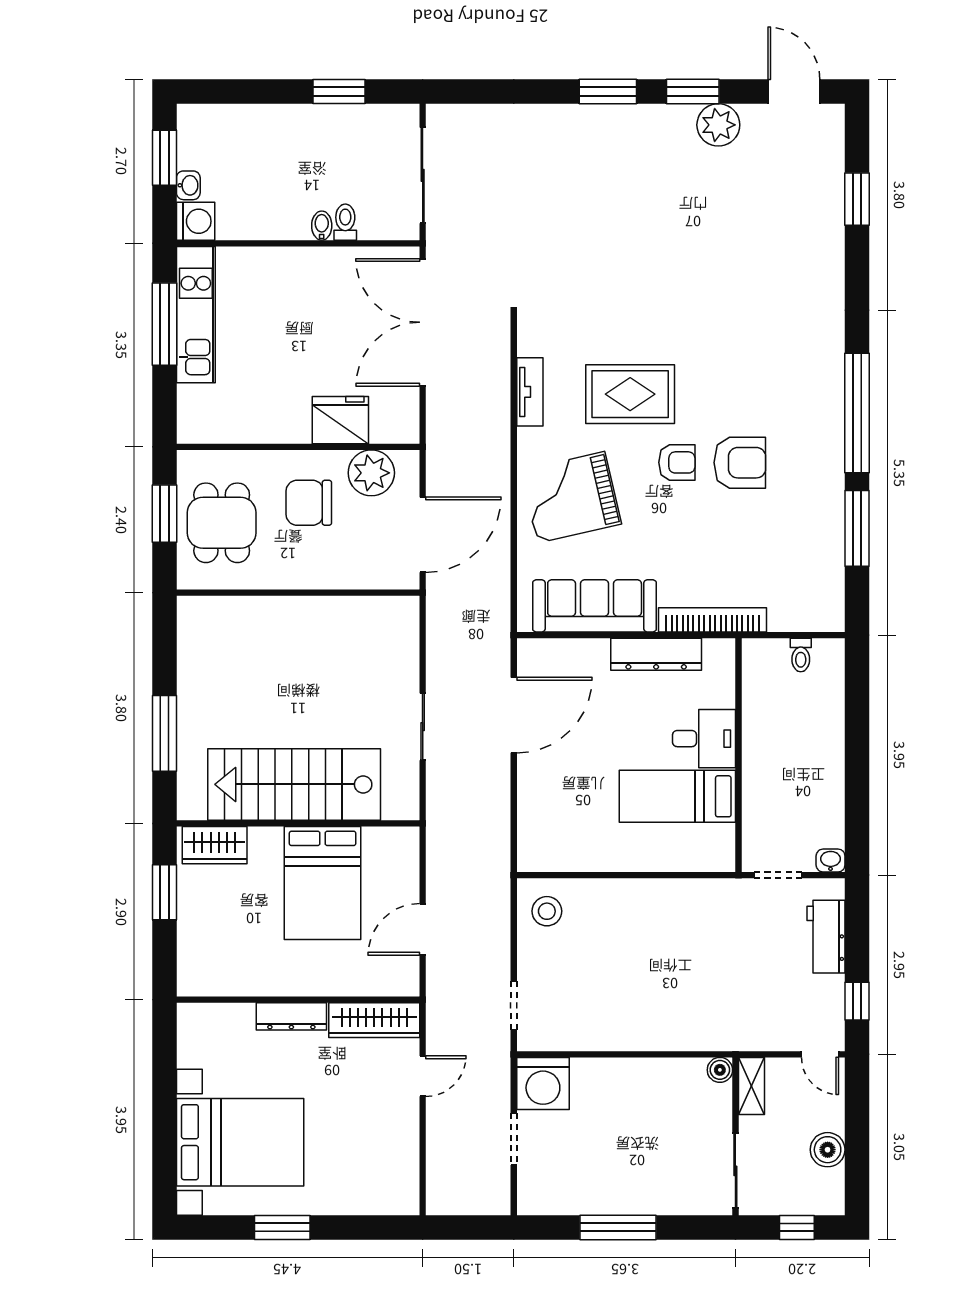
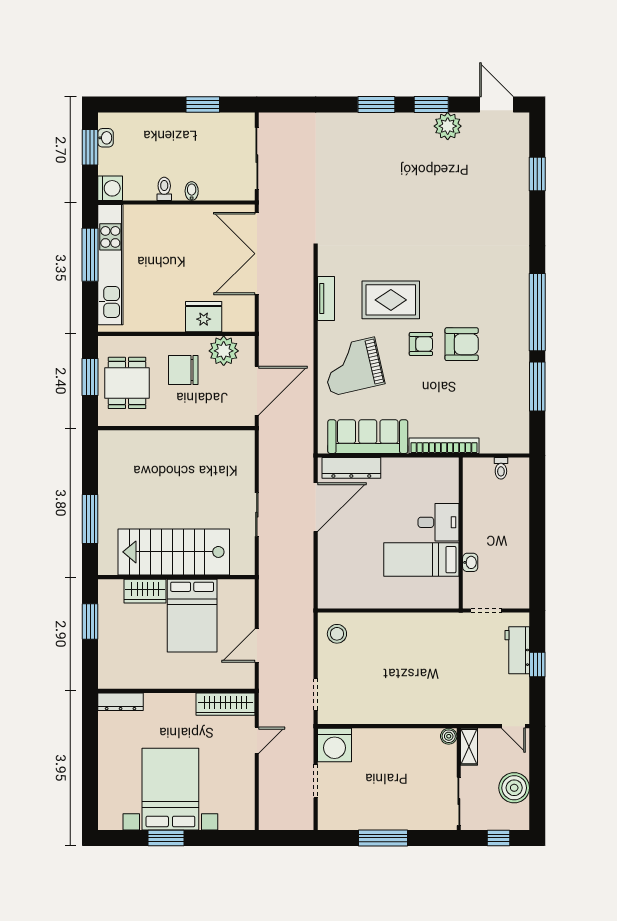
washbasin: (188, 185) -> (105, 138), moved
toilet: (345, 222) -> (164, 189), moved
kitchen unit: (196, 315) -> (110, 265), width x1.36
dresser: (656, 654) -> (351, 468), moved
wardrobe: (215, 845) -> (145, 591), moved
washbasin: (831, 861) -> (470, 562), moved, turned 90
window: (857, 1001) -> (537, 664), moved
dresser: (291, 1016) -> (121, 702), moved
bed with nightstands: (240, 1142) -> (170, 789), moved, turned -90
boiler: (828, 1150) -> (514, 788), width x1.37, depth x1.37

